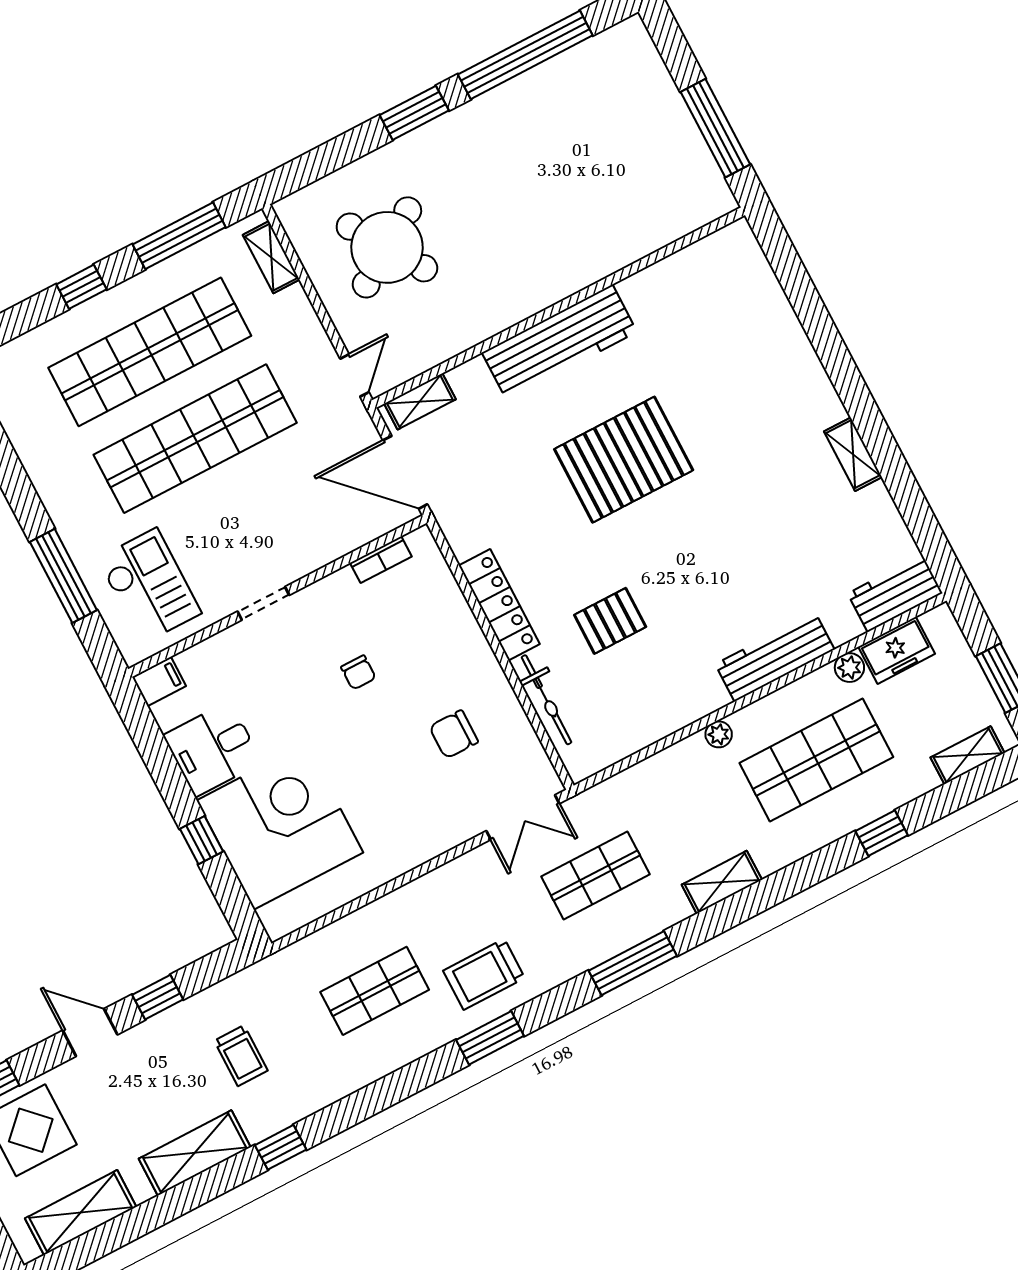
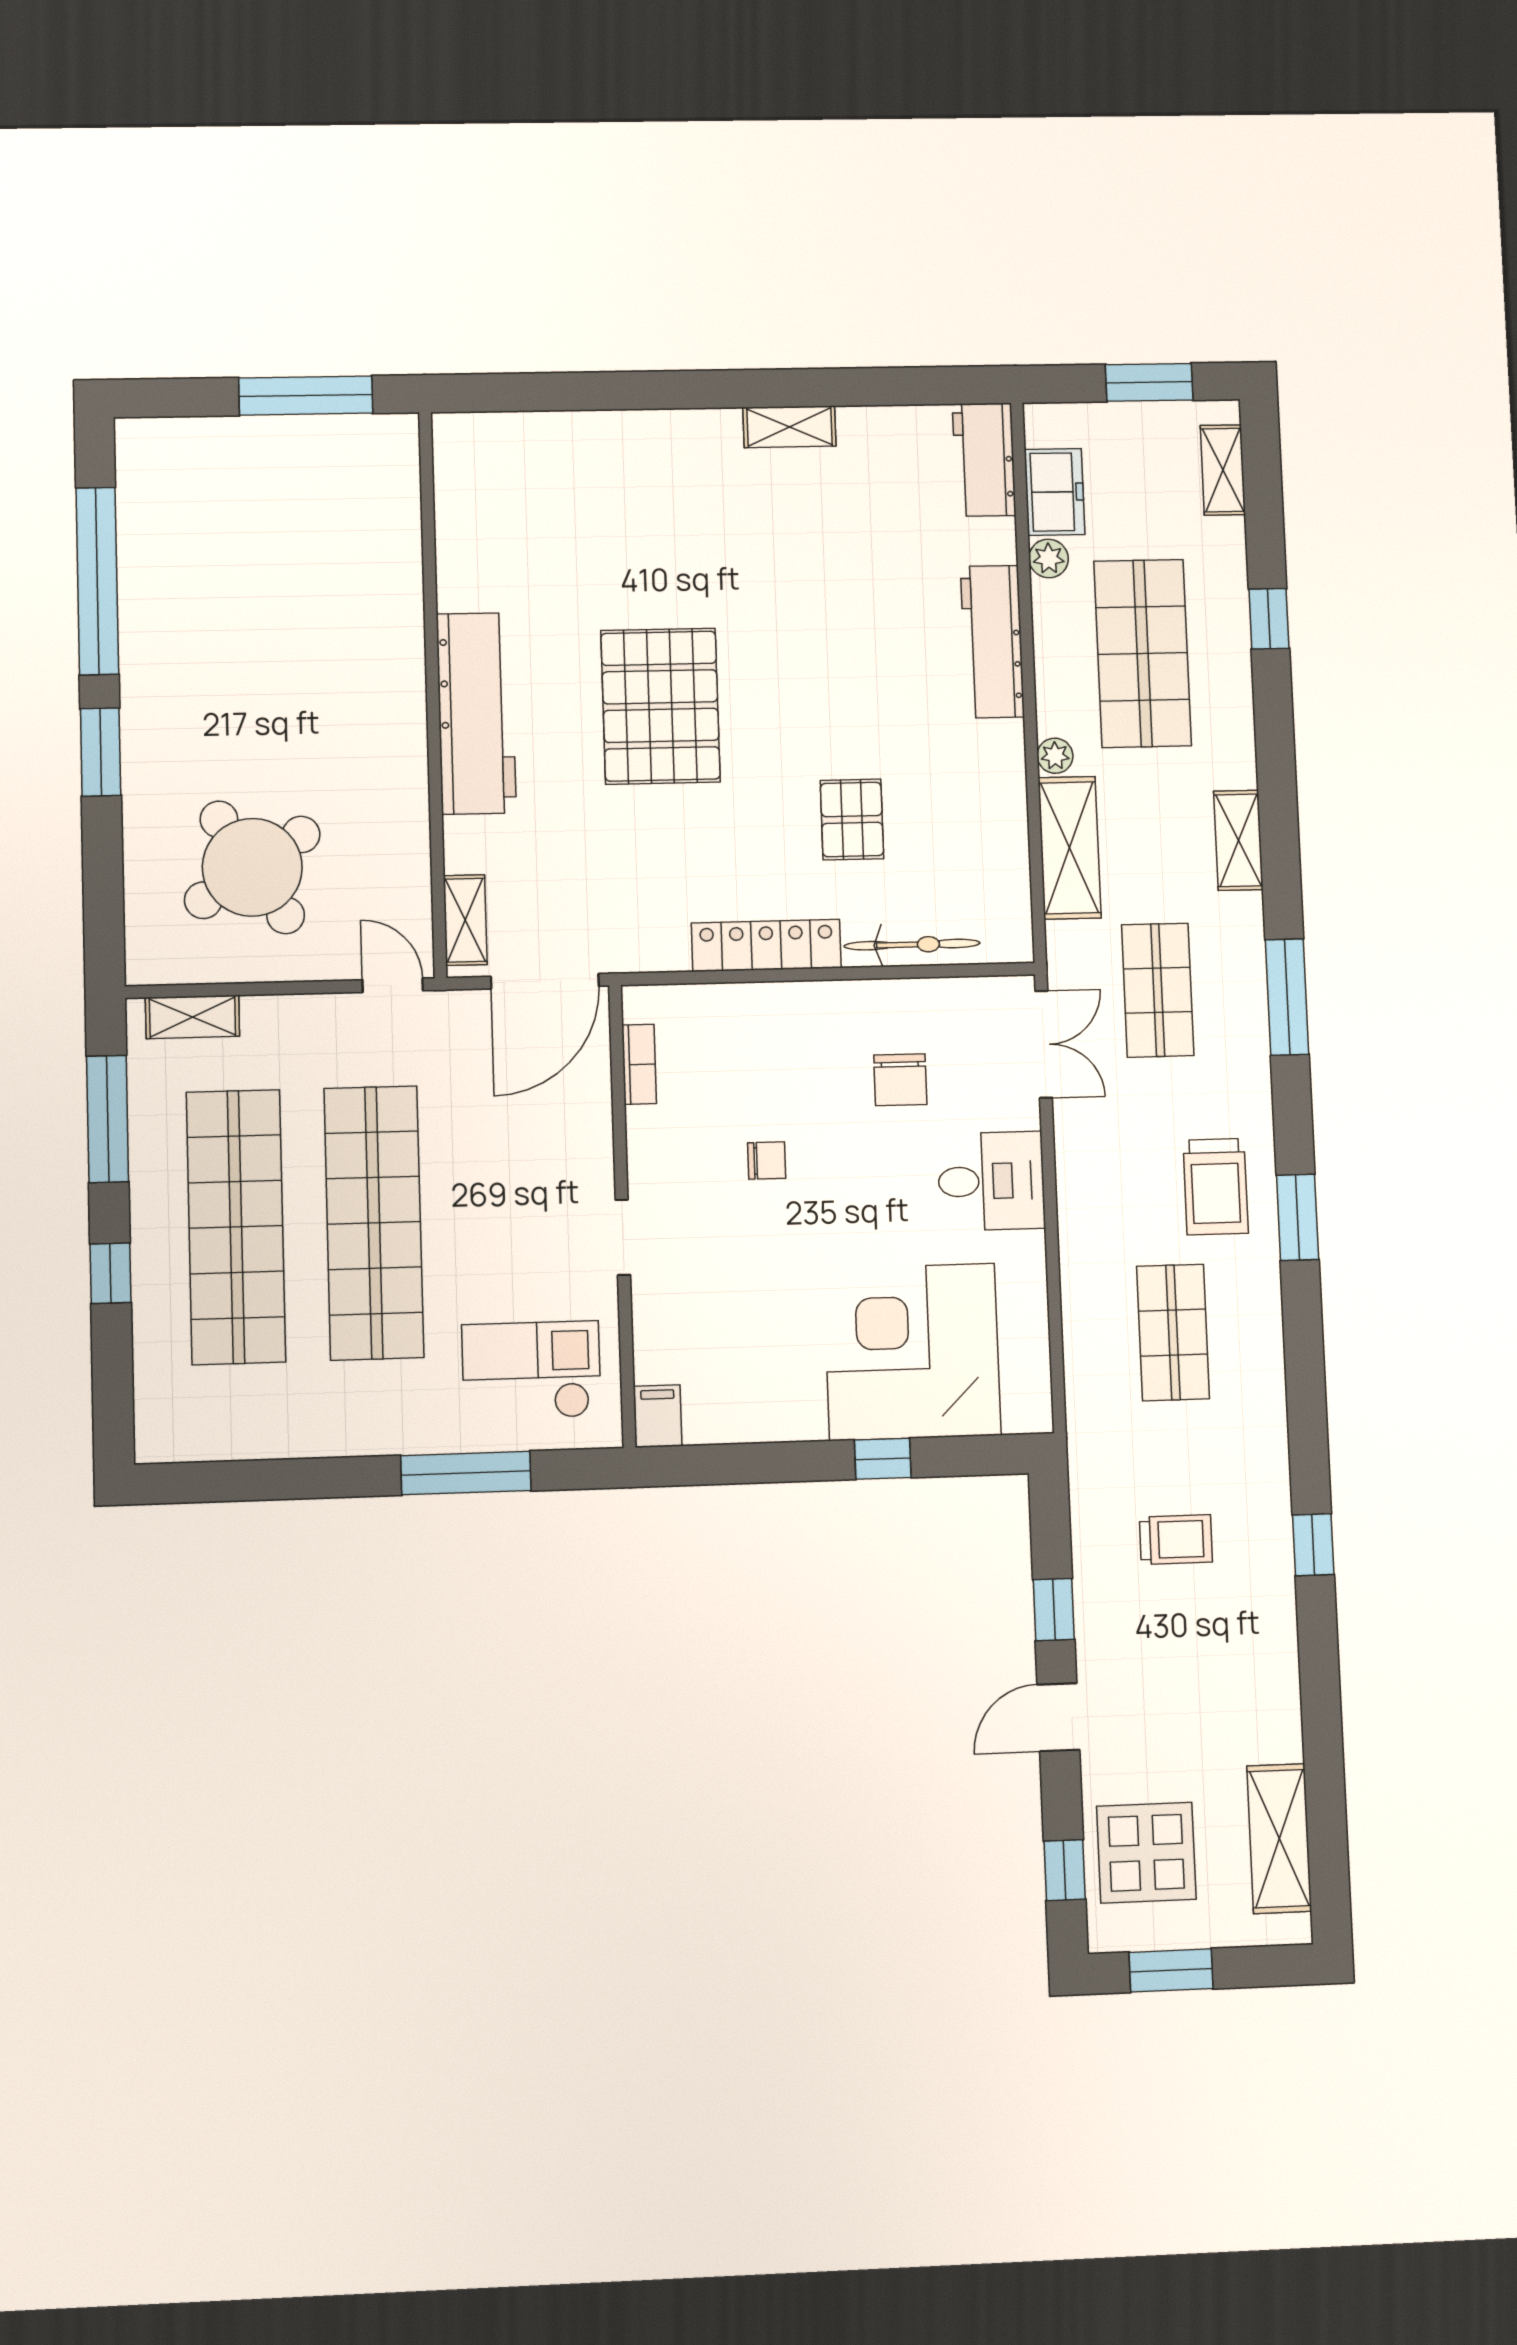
desk: (213, 749) -> (991, 1181), moved, turned -90
shelving: (195, 1153) -> (1070, 848), moved

